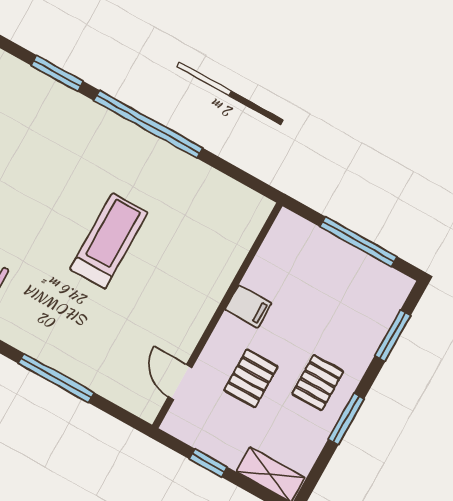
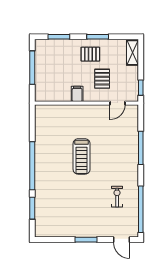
treadmill: (109, 241) -> (82, 156), turned -90
pallet: (251, 378) -> (102, 79), turned 90
window: (208, 463) -> (141, 88), moved

